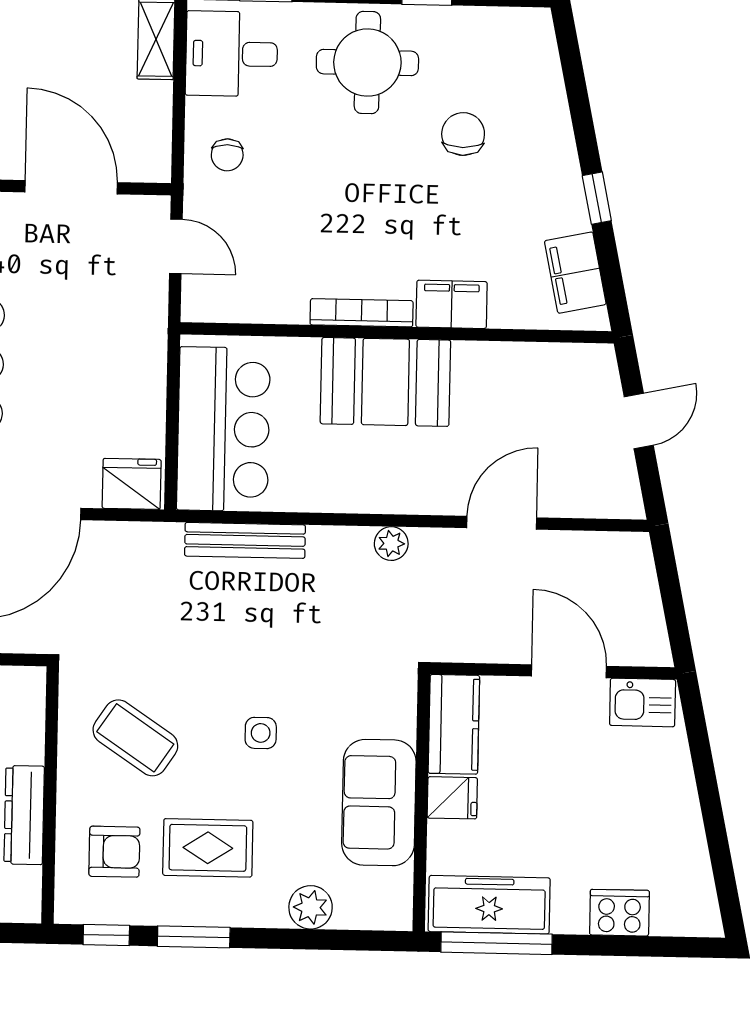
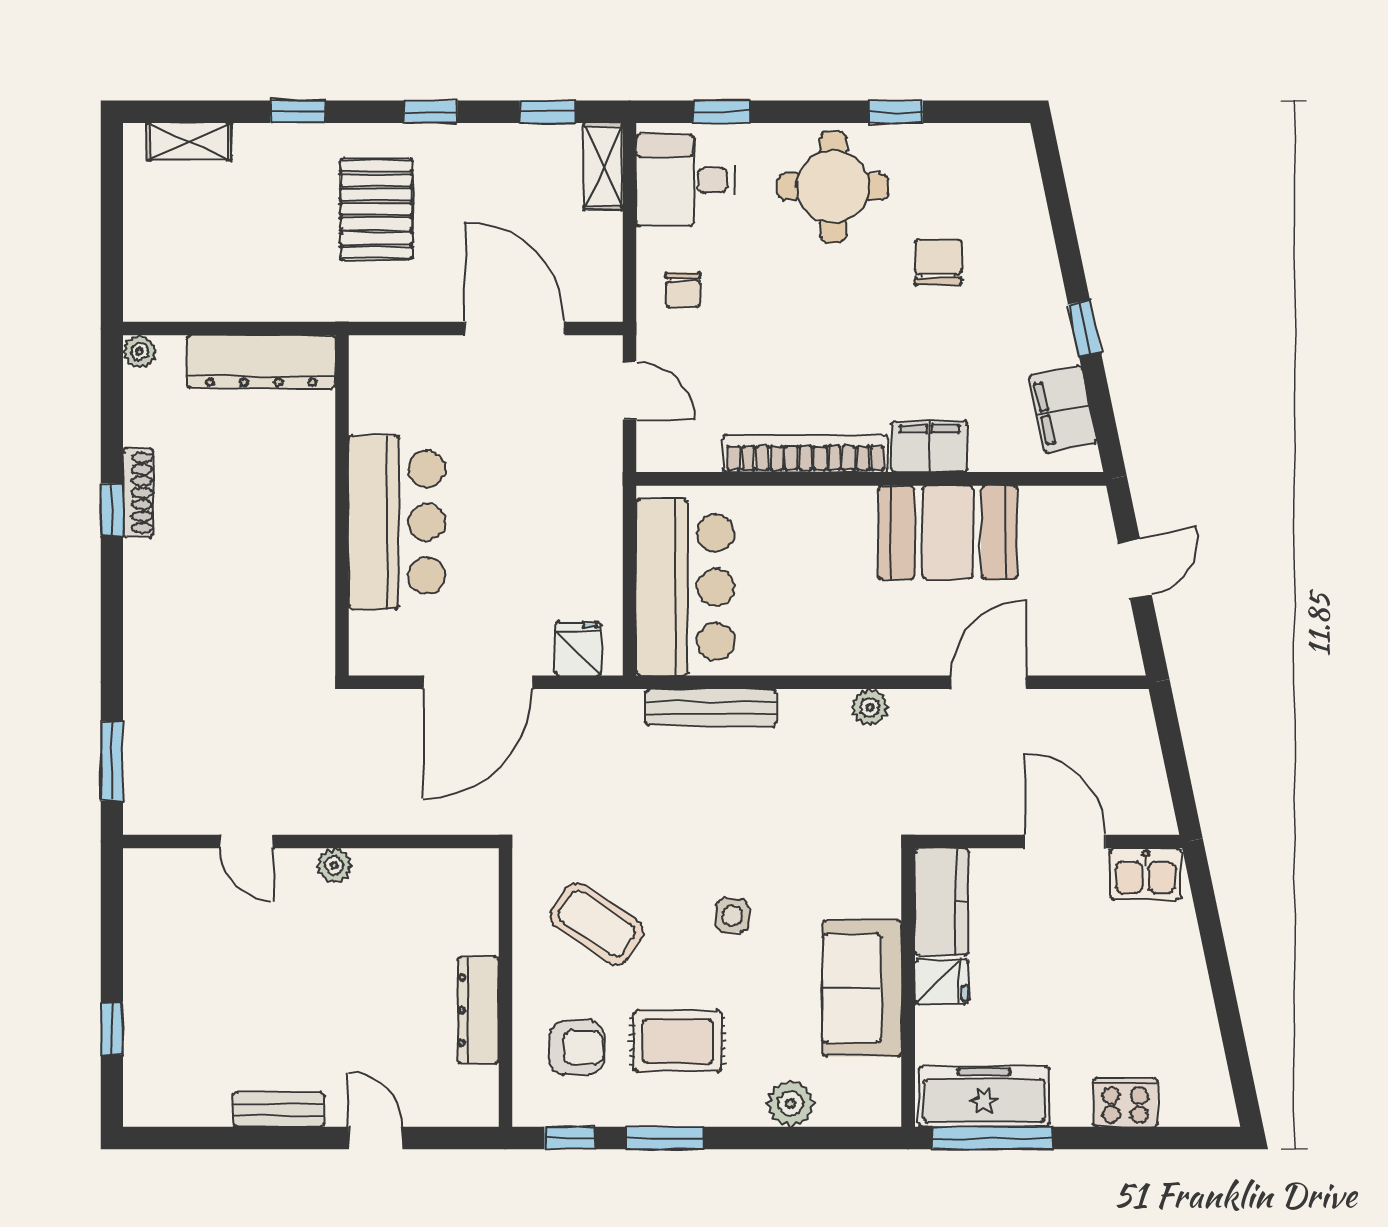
bookcase: (362, 313) -> (805, 454), width x1.48, depth x1.31
booth: (385, 382) -> (948, 532), moved
fridge: (132, 484) -> (578, 649), width x0.72

